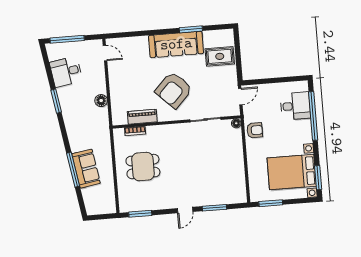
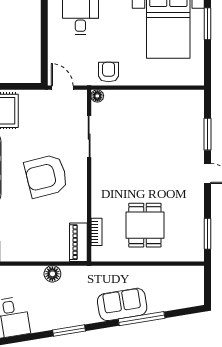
armchair: (174, 90) -> (46, 176), turned 122
window: (56, 101) -> (69, 330), moved
piano: (142, 117) -> (78, 242), moved
sofa: (86, 169) -> (122, 304), moved
window: (271, 203) -> (208, 24), moved

